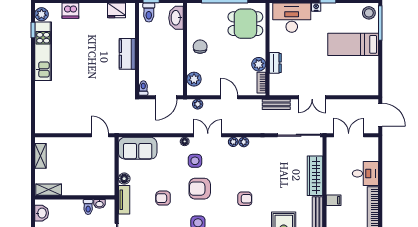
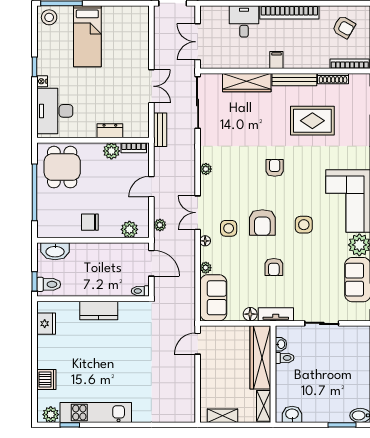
plant: (233, 142) -> (206, 268), moved
wardrobe: (89, 187) -> (260, 357), added

